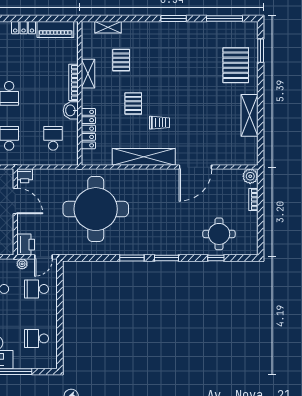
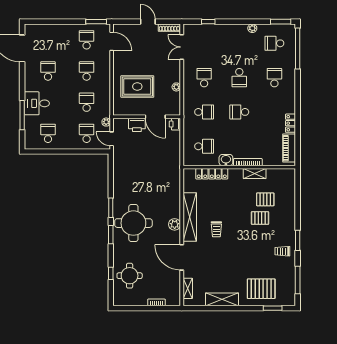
shelving: (108, 27) -> (188, 288), moved
trolley: (188, 38) -> (282, 251), added
pallet: (133, 103) -> (260, 218), moved
plant: (250, 176) -> (175, 224), moved
door: (15, 201) -> (155, 117), hinge flipped
round table: (96, 209) -> (133, 223), moved, width x0.73, depth x0.73
printer: (26, 245) -> (137, 125), moved

